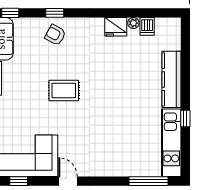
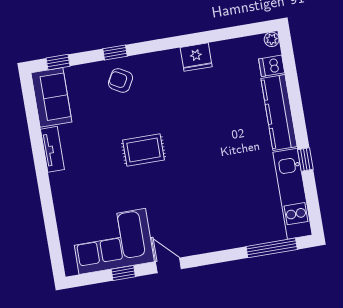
plant: (133, 23) -> (272, 39), moved
dishwasher: (147, 26) -> (272, 66), moved, turned 90
window: (19, 181) -> (123, 273), moved

